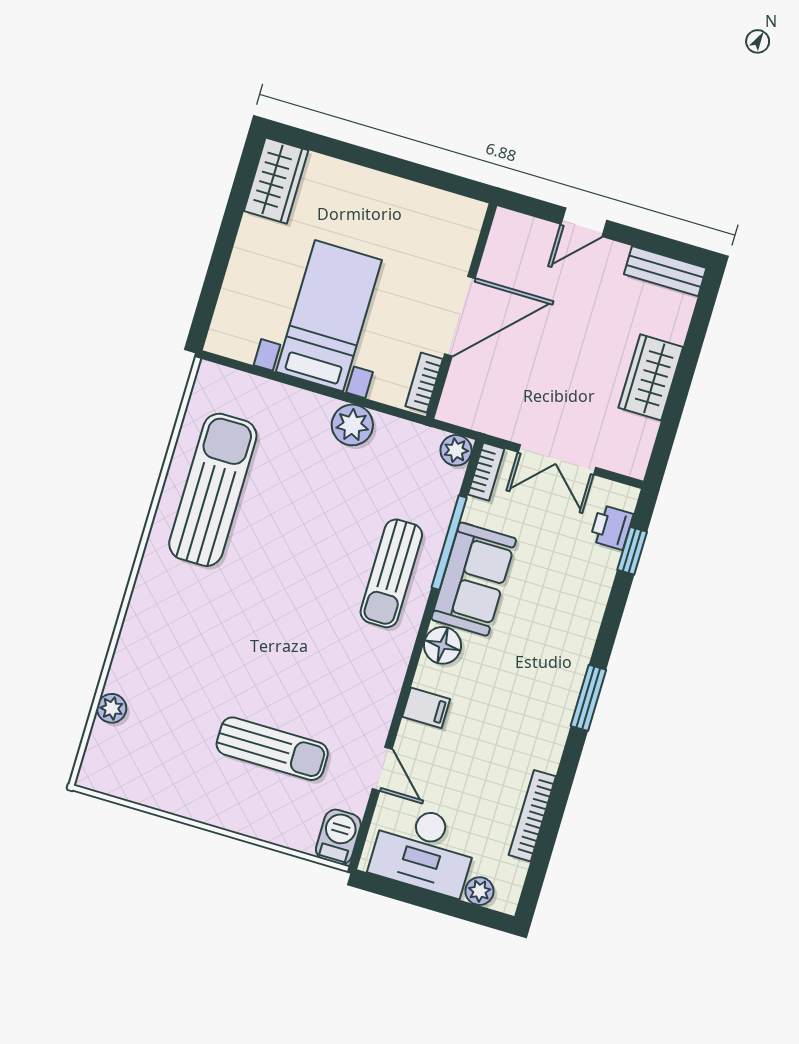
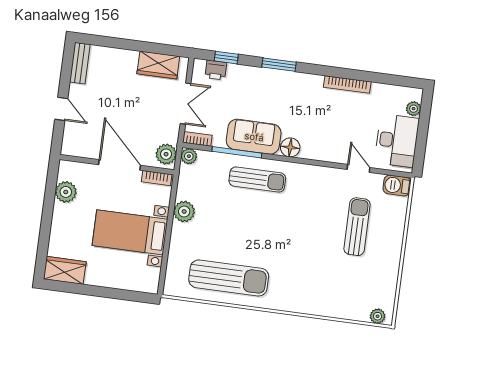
plant: (425, 206) -> (66, 192), added
wardrobe: (651, 377) -> (158, 65), moved
plant: (467, 408) -> (166, 154), added
sun lounger: (213, 490) -> (229, 278), turned 180
window: (588, 698) -> (279, 65), moved
plant: (112, 708) -> (378, 316), moved
filing cabinet: (426, 708) -> (324, 151), removed
door: (382, 769) -> (359, 168), hinge flipped
bookcase: (532, 816) -> (347, 84), moved

